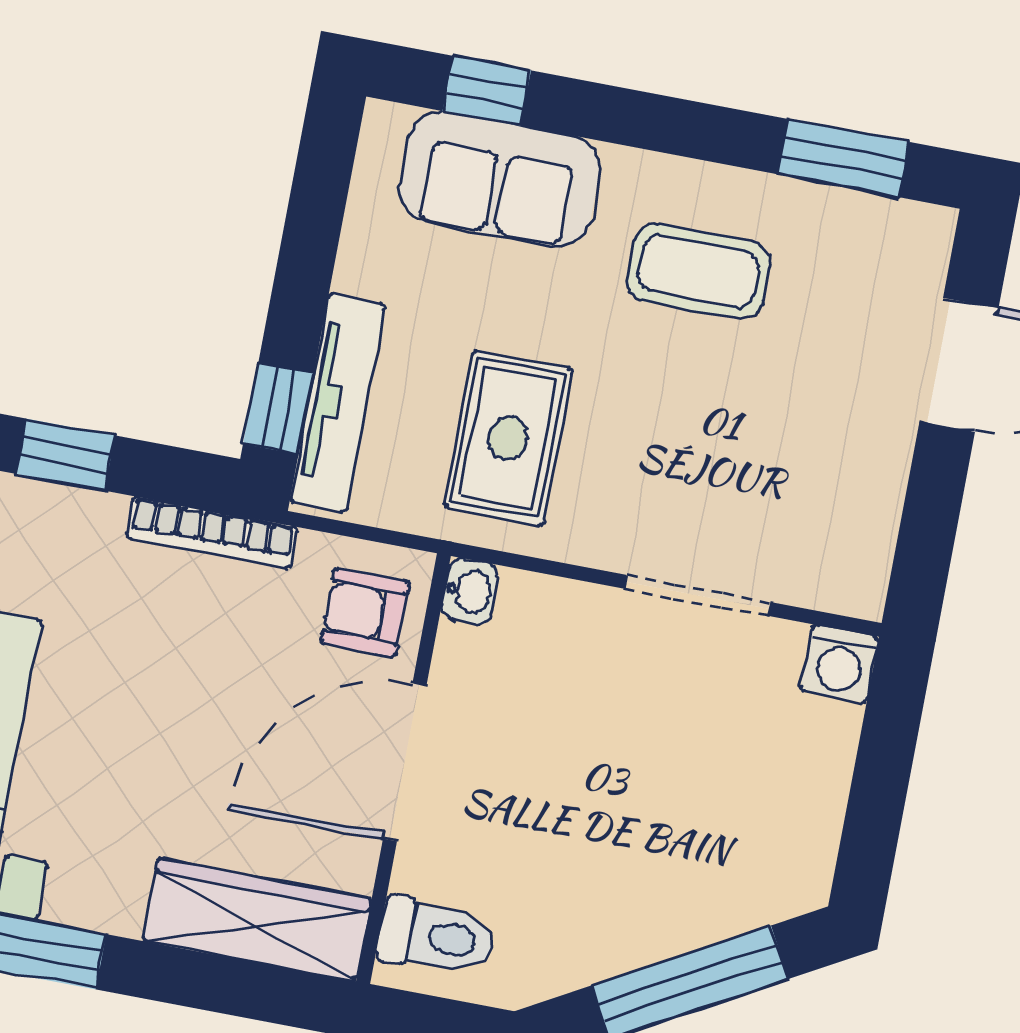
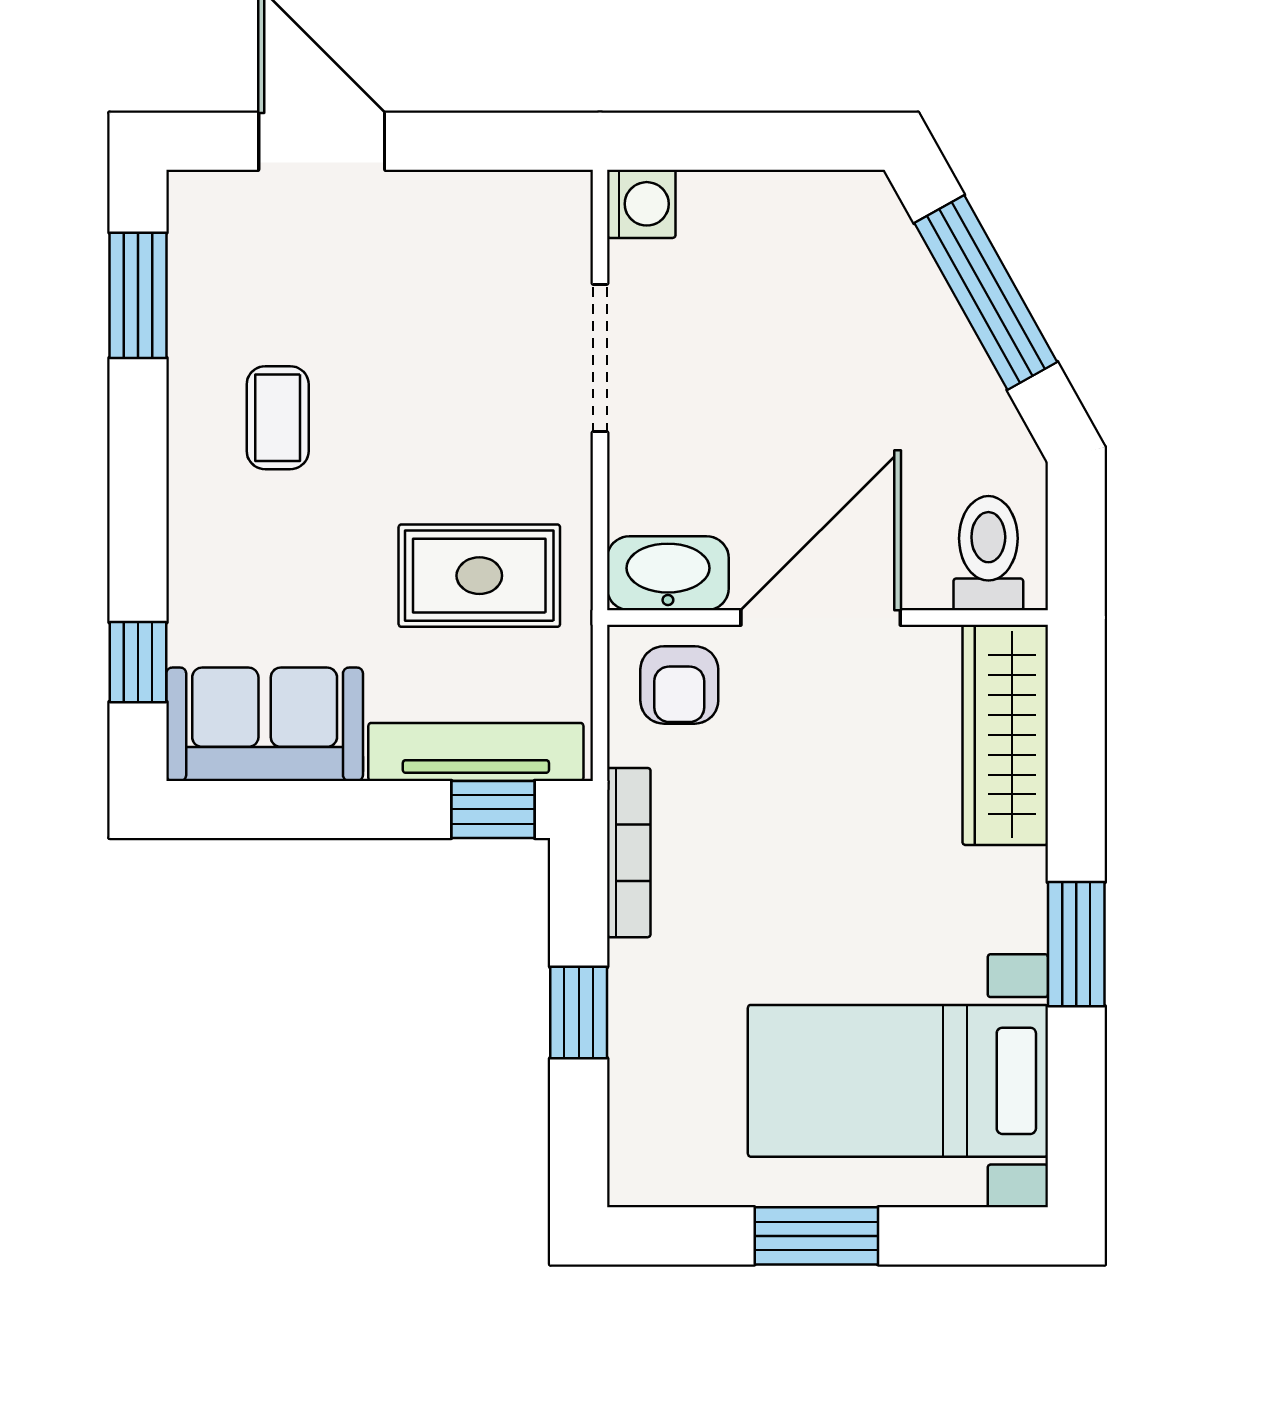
sofa: (499, 179) -> (265, 724), moved, turned -90
coffee table: (699, 271) -> (278, 418), width x0.73, depth x0.77
washbasin: (470, 592) -> (668, 573), width x1.91, depth x1.45
door: (405, 762) -> (821, 618), swing flipped

